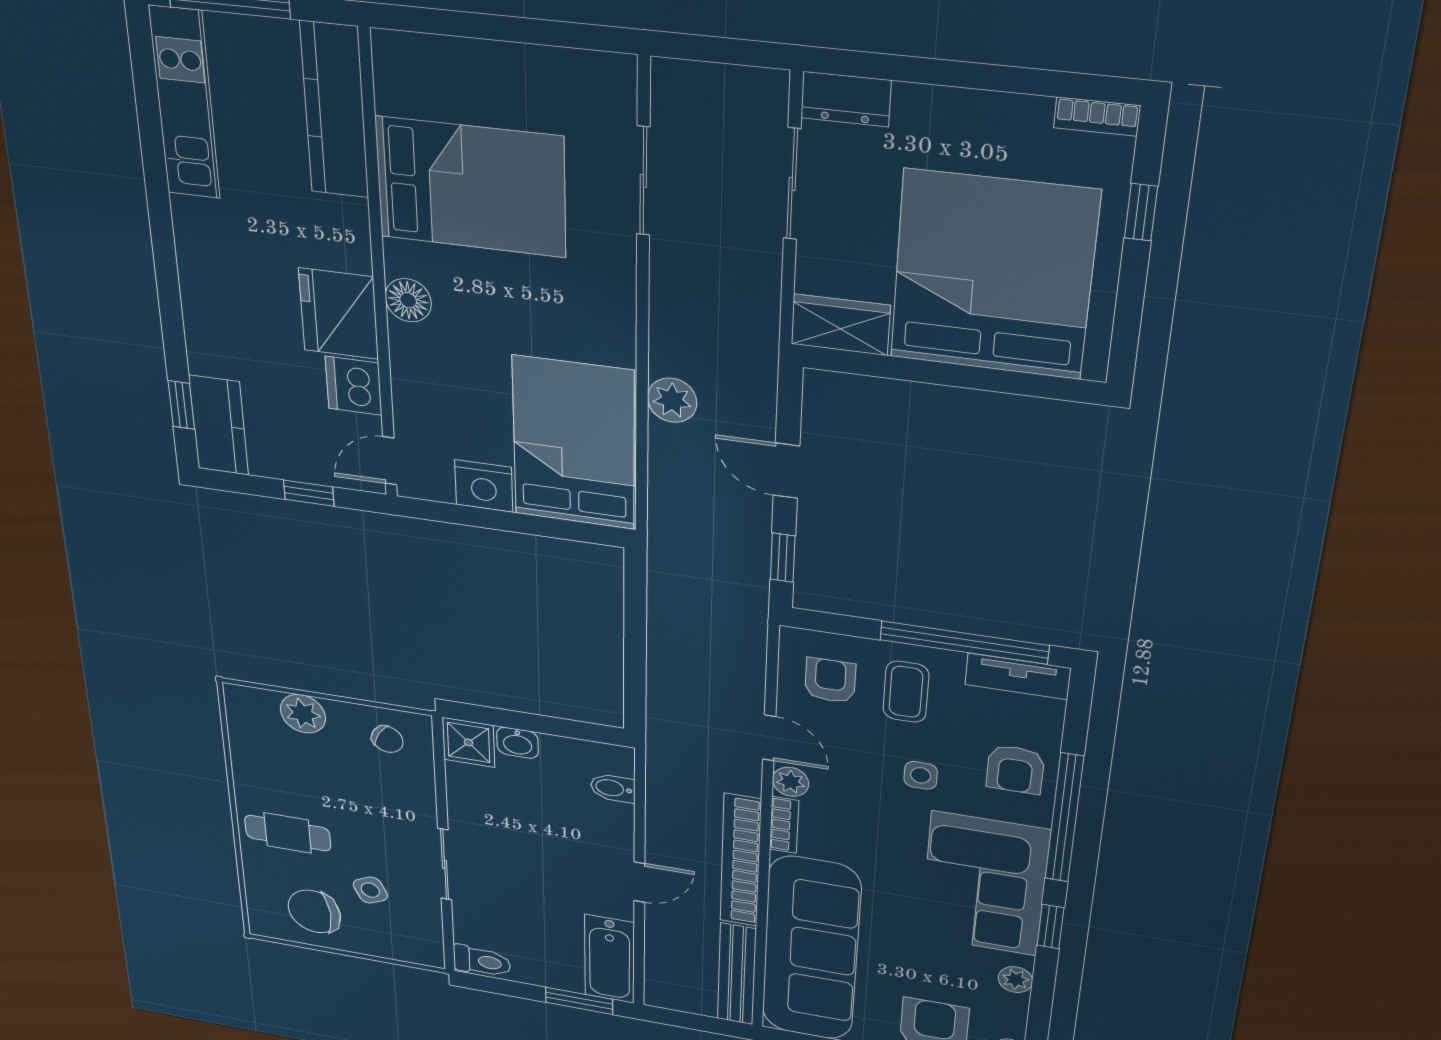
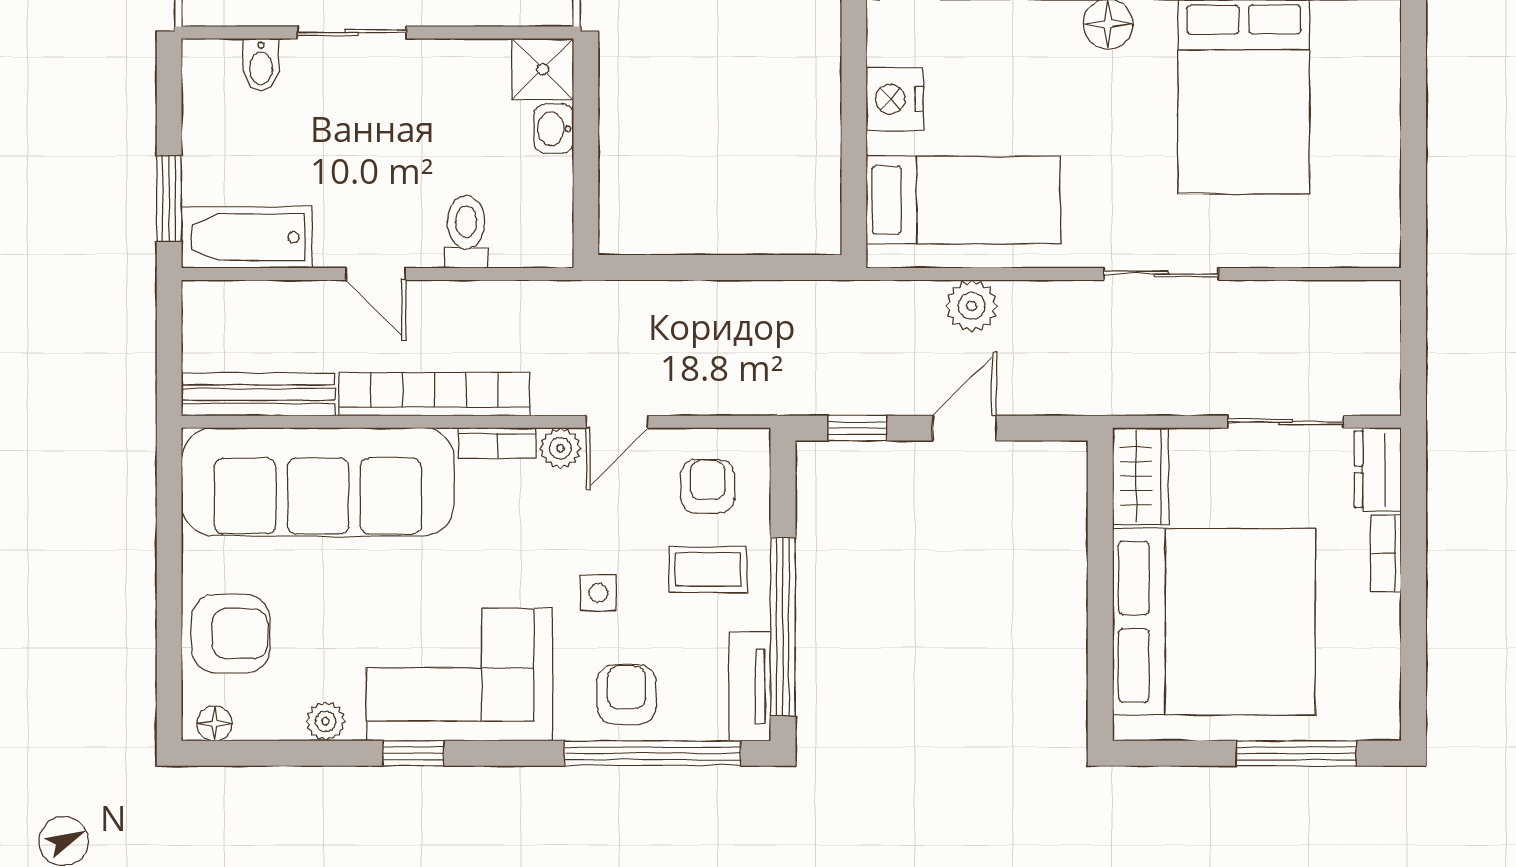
bookcase: (1097, 117) -> (1386, 553), moved
sliding door: (643, 181) -> (1161, 274), moved
window: (1141, 212) -> (1296, 753), width x2.17
plant: (672, 400) -> (972, 306), moved
bed: (574, 443) -> (963, 200), width x0.67
armchair: (830, 680) -> (708, 486), turned -90
armchair: (1015, 769) -> (627, 695), turned 90
bidet: (613, 788) -> (261, 65), moved, turned 180
window: (1064, 818) -> (653, 753), moved
toilet: (482, 961) -> (466, 232), moved, turned 180

